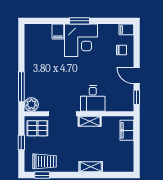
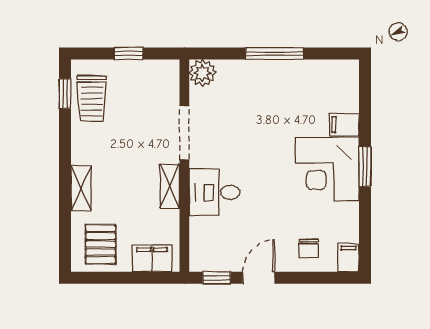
window: (21, 87) -> (275, 54), moved
pallet: (37, 128) -> (101, 244), moved

